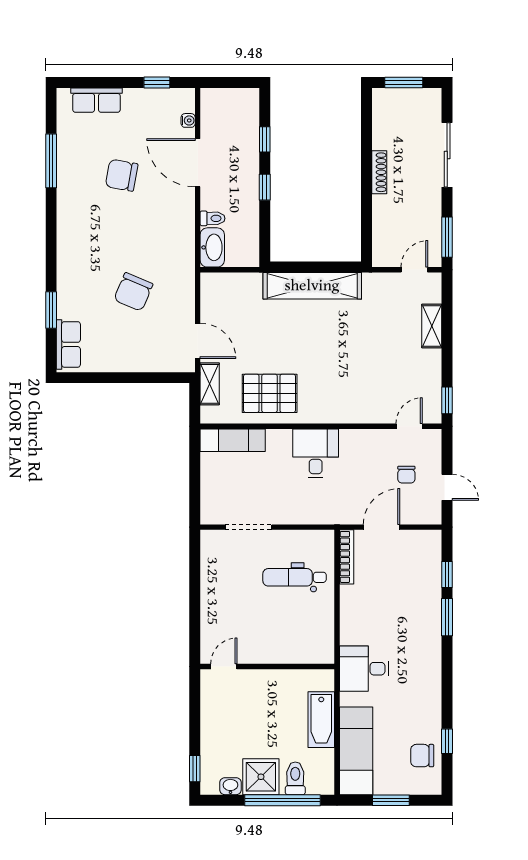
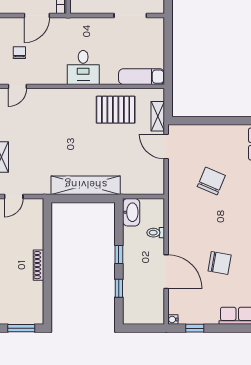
water cooler: (188, 120) -> (173, 319), moved
washbasin: (212, 247) -> (131, 212), moved, turned 180

